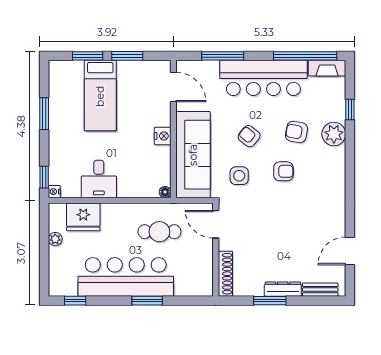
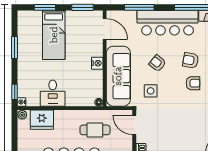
window: (127, 56) -> (83, 7), moved
armchair: (283, 171) -> (193, 83), moved
plant: (55, 239) -> (22, 115), moved

